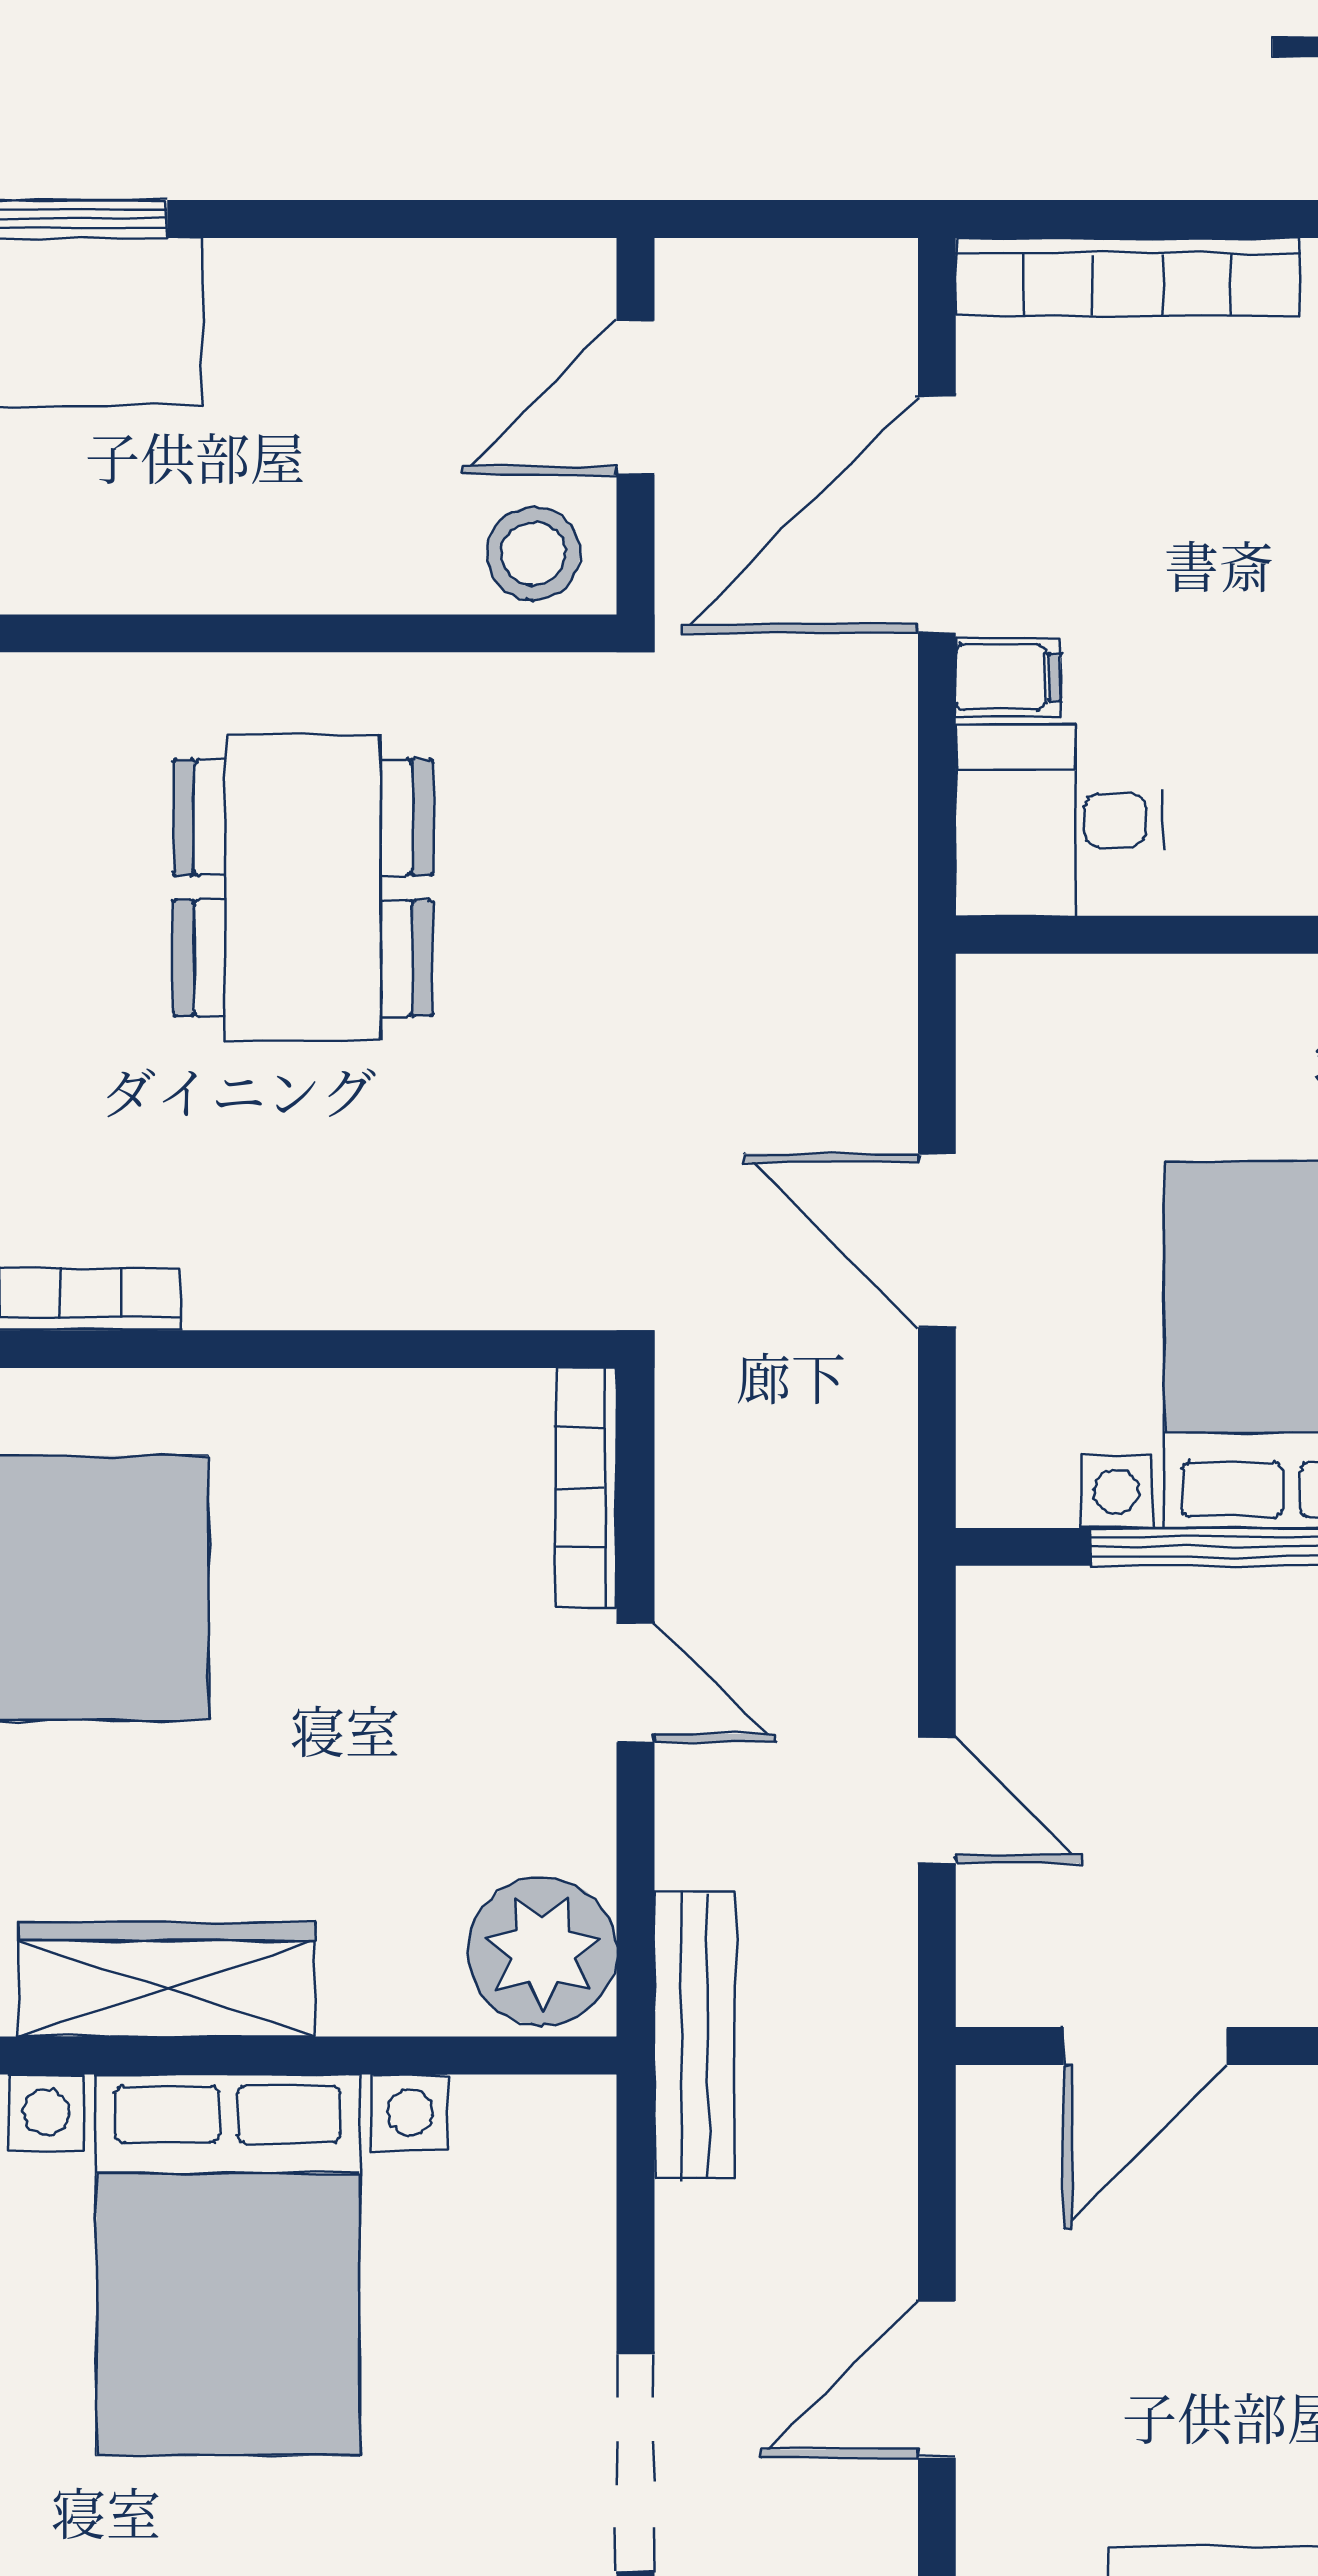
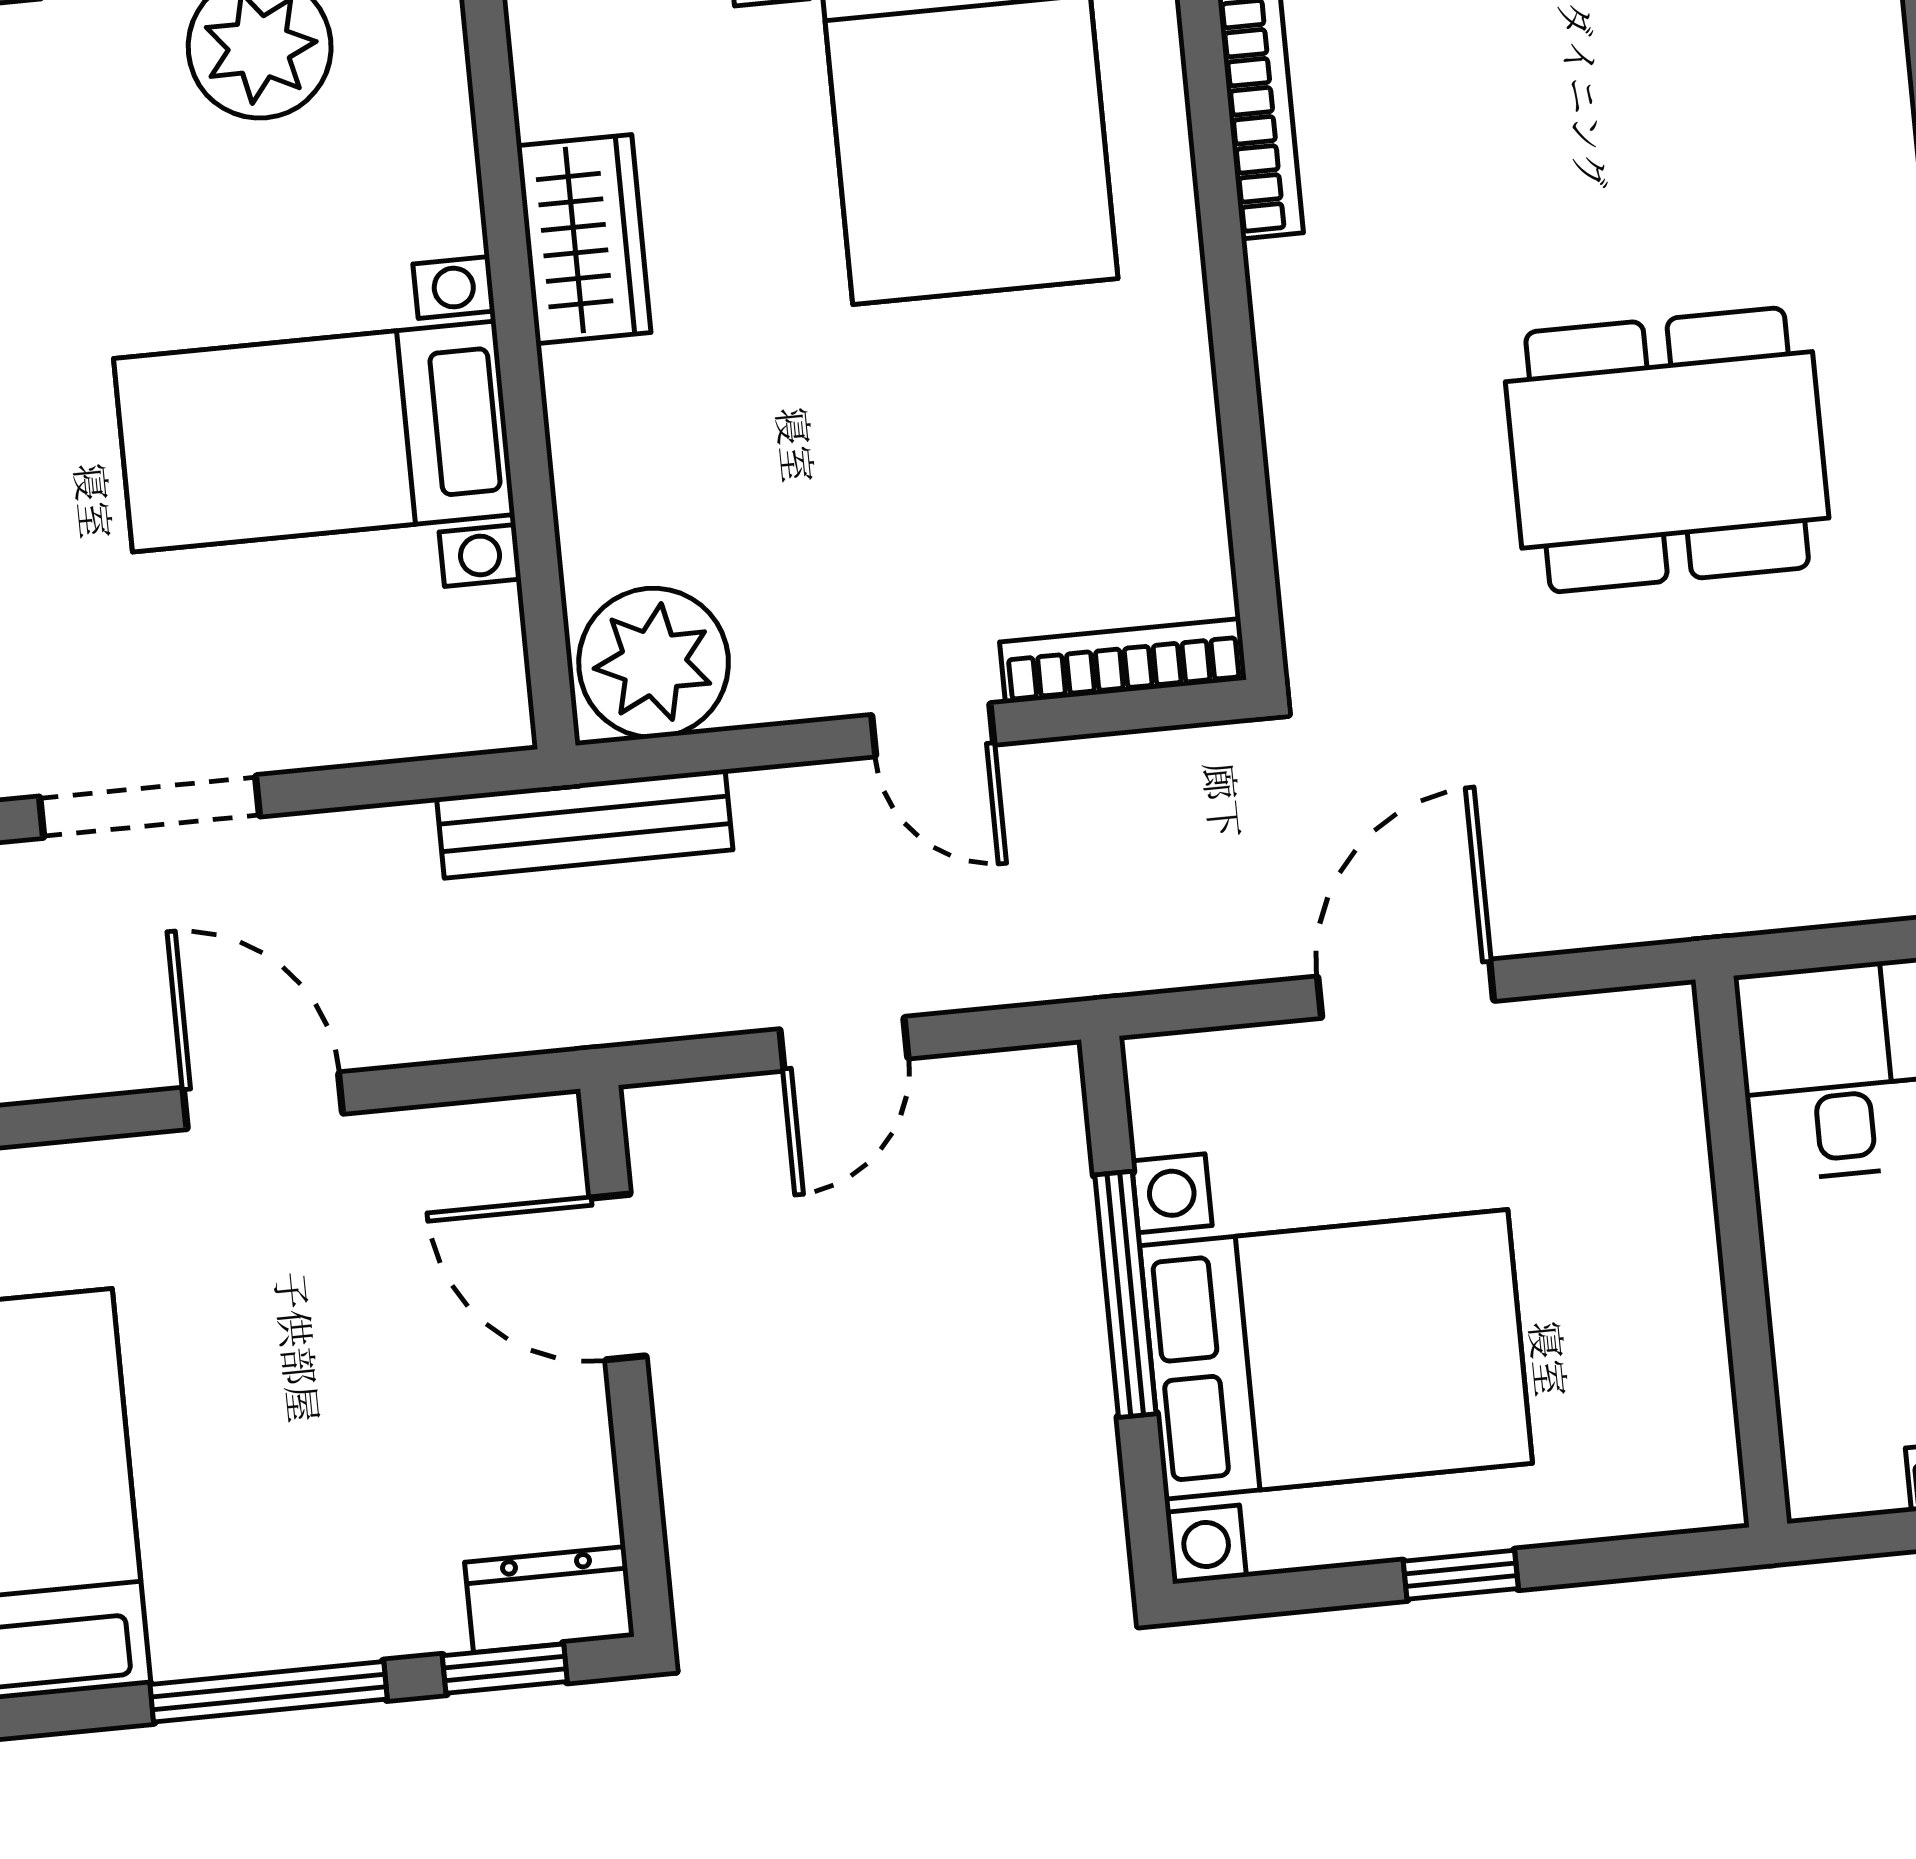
dining table: (303, 888) -> (1667, 450), moved
door: (636, 1682) -> (933, 730), hinge flipped
wardrobe: (167, 1979) -> (584, 239), width x0.67
bed with nightstands: (228, 2265) -> (314, 436), width x0.73

